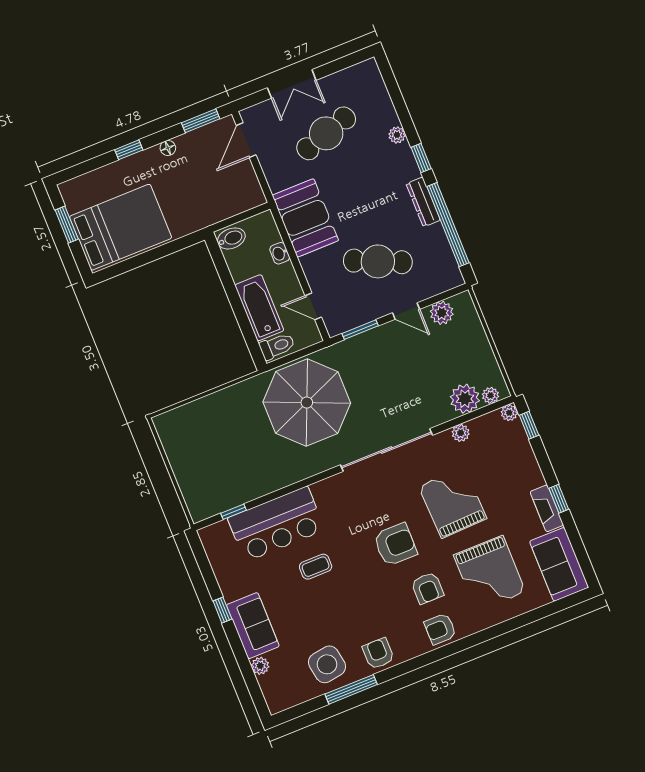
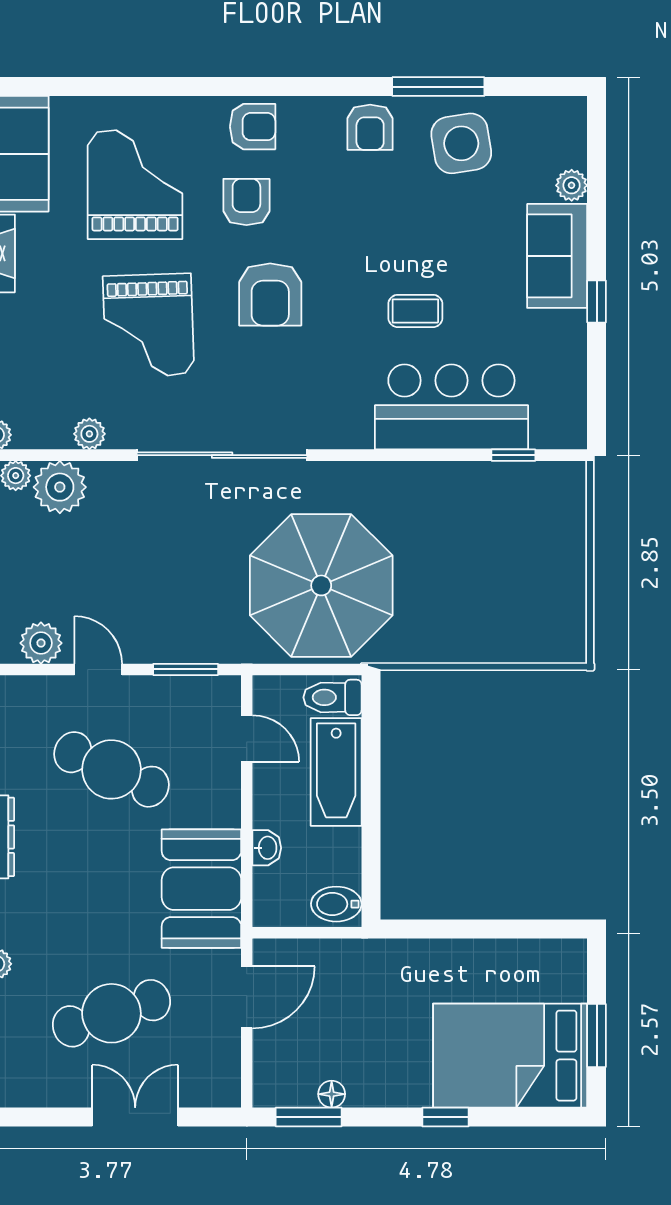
door: (246, 140) -> (247, 997), moved
floor lamp: (168, 148) -> (332, 1094), moved
bed: (121, 227) -> (510, 1056), moved
armchair: (395, 545) -> (270, 294), turned -90

